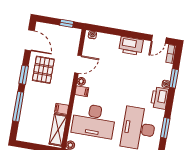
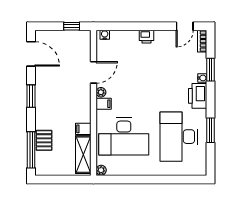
printer: (131, 46) -> (147, 37), width x0.53, depth x0.68
pallet: (43, 70) -> (44, 140), moved, width x0.67, depth x0.71
window: (18, 107) -> (31, 150), moved

